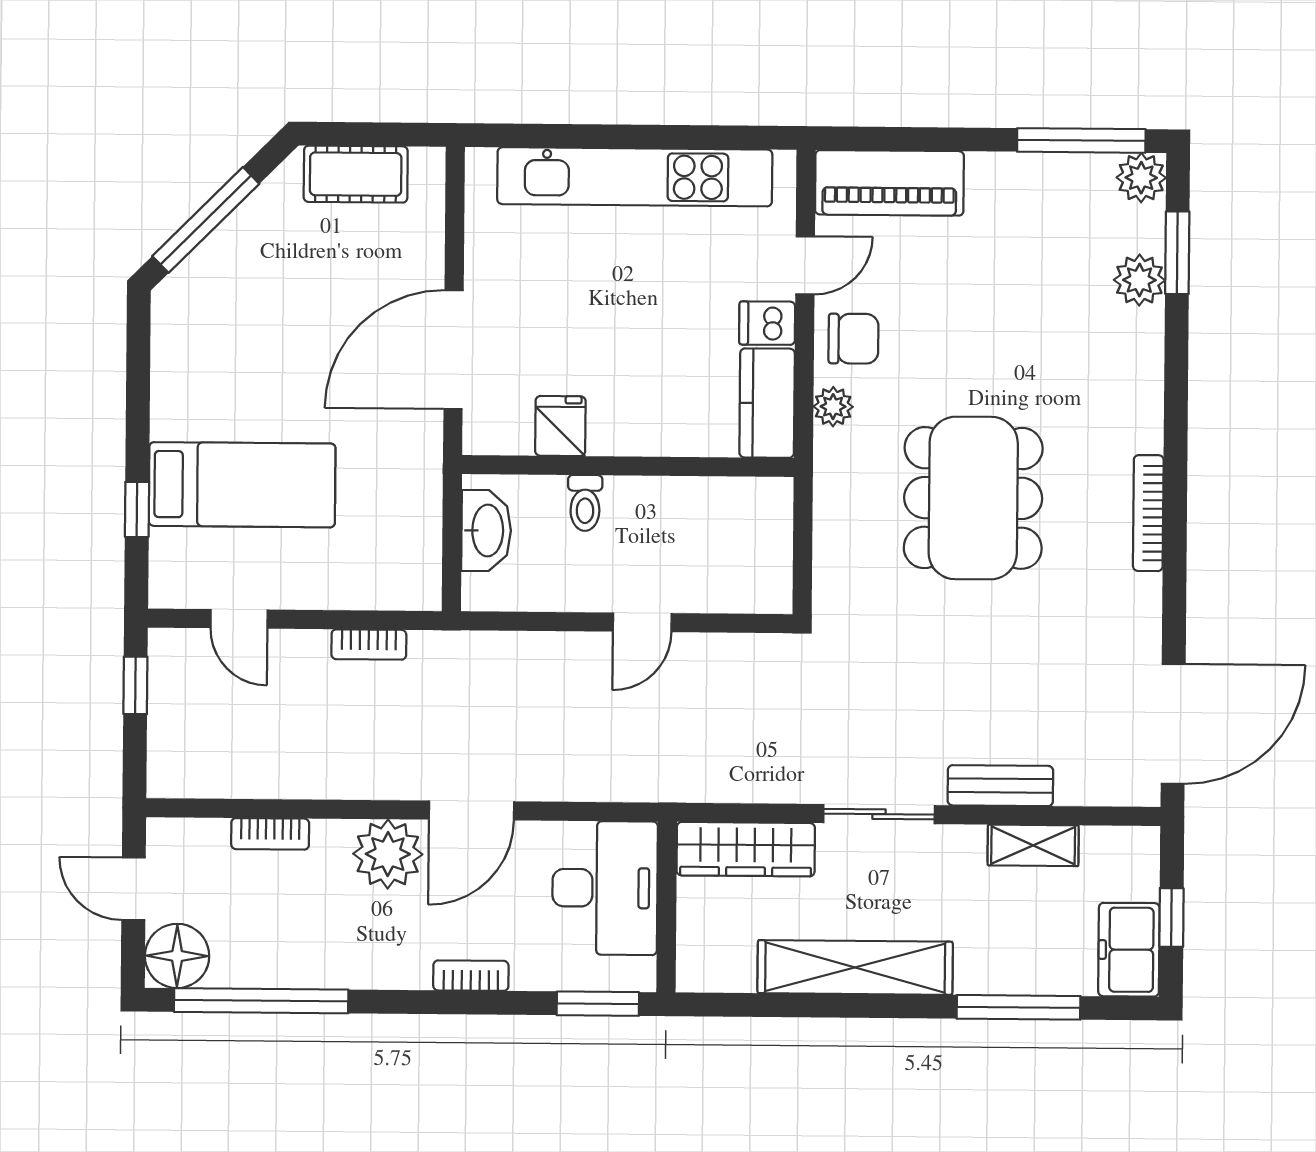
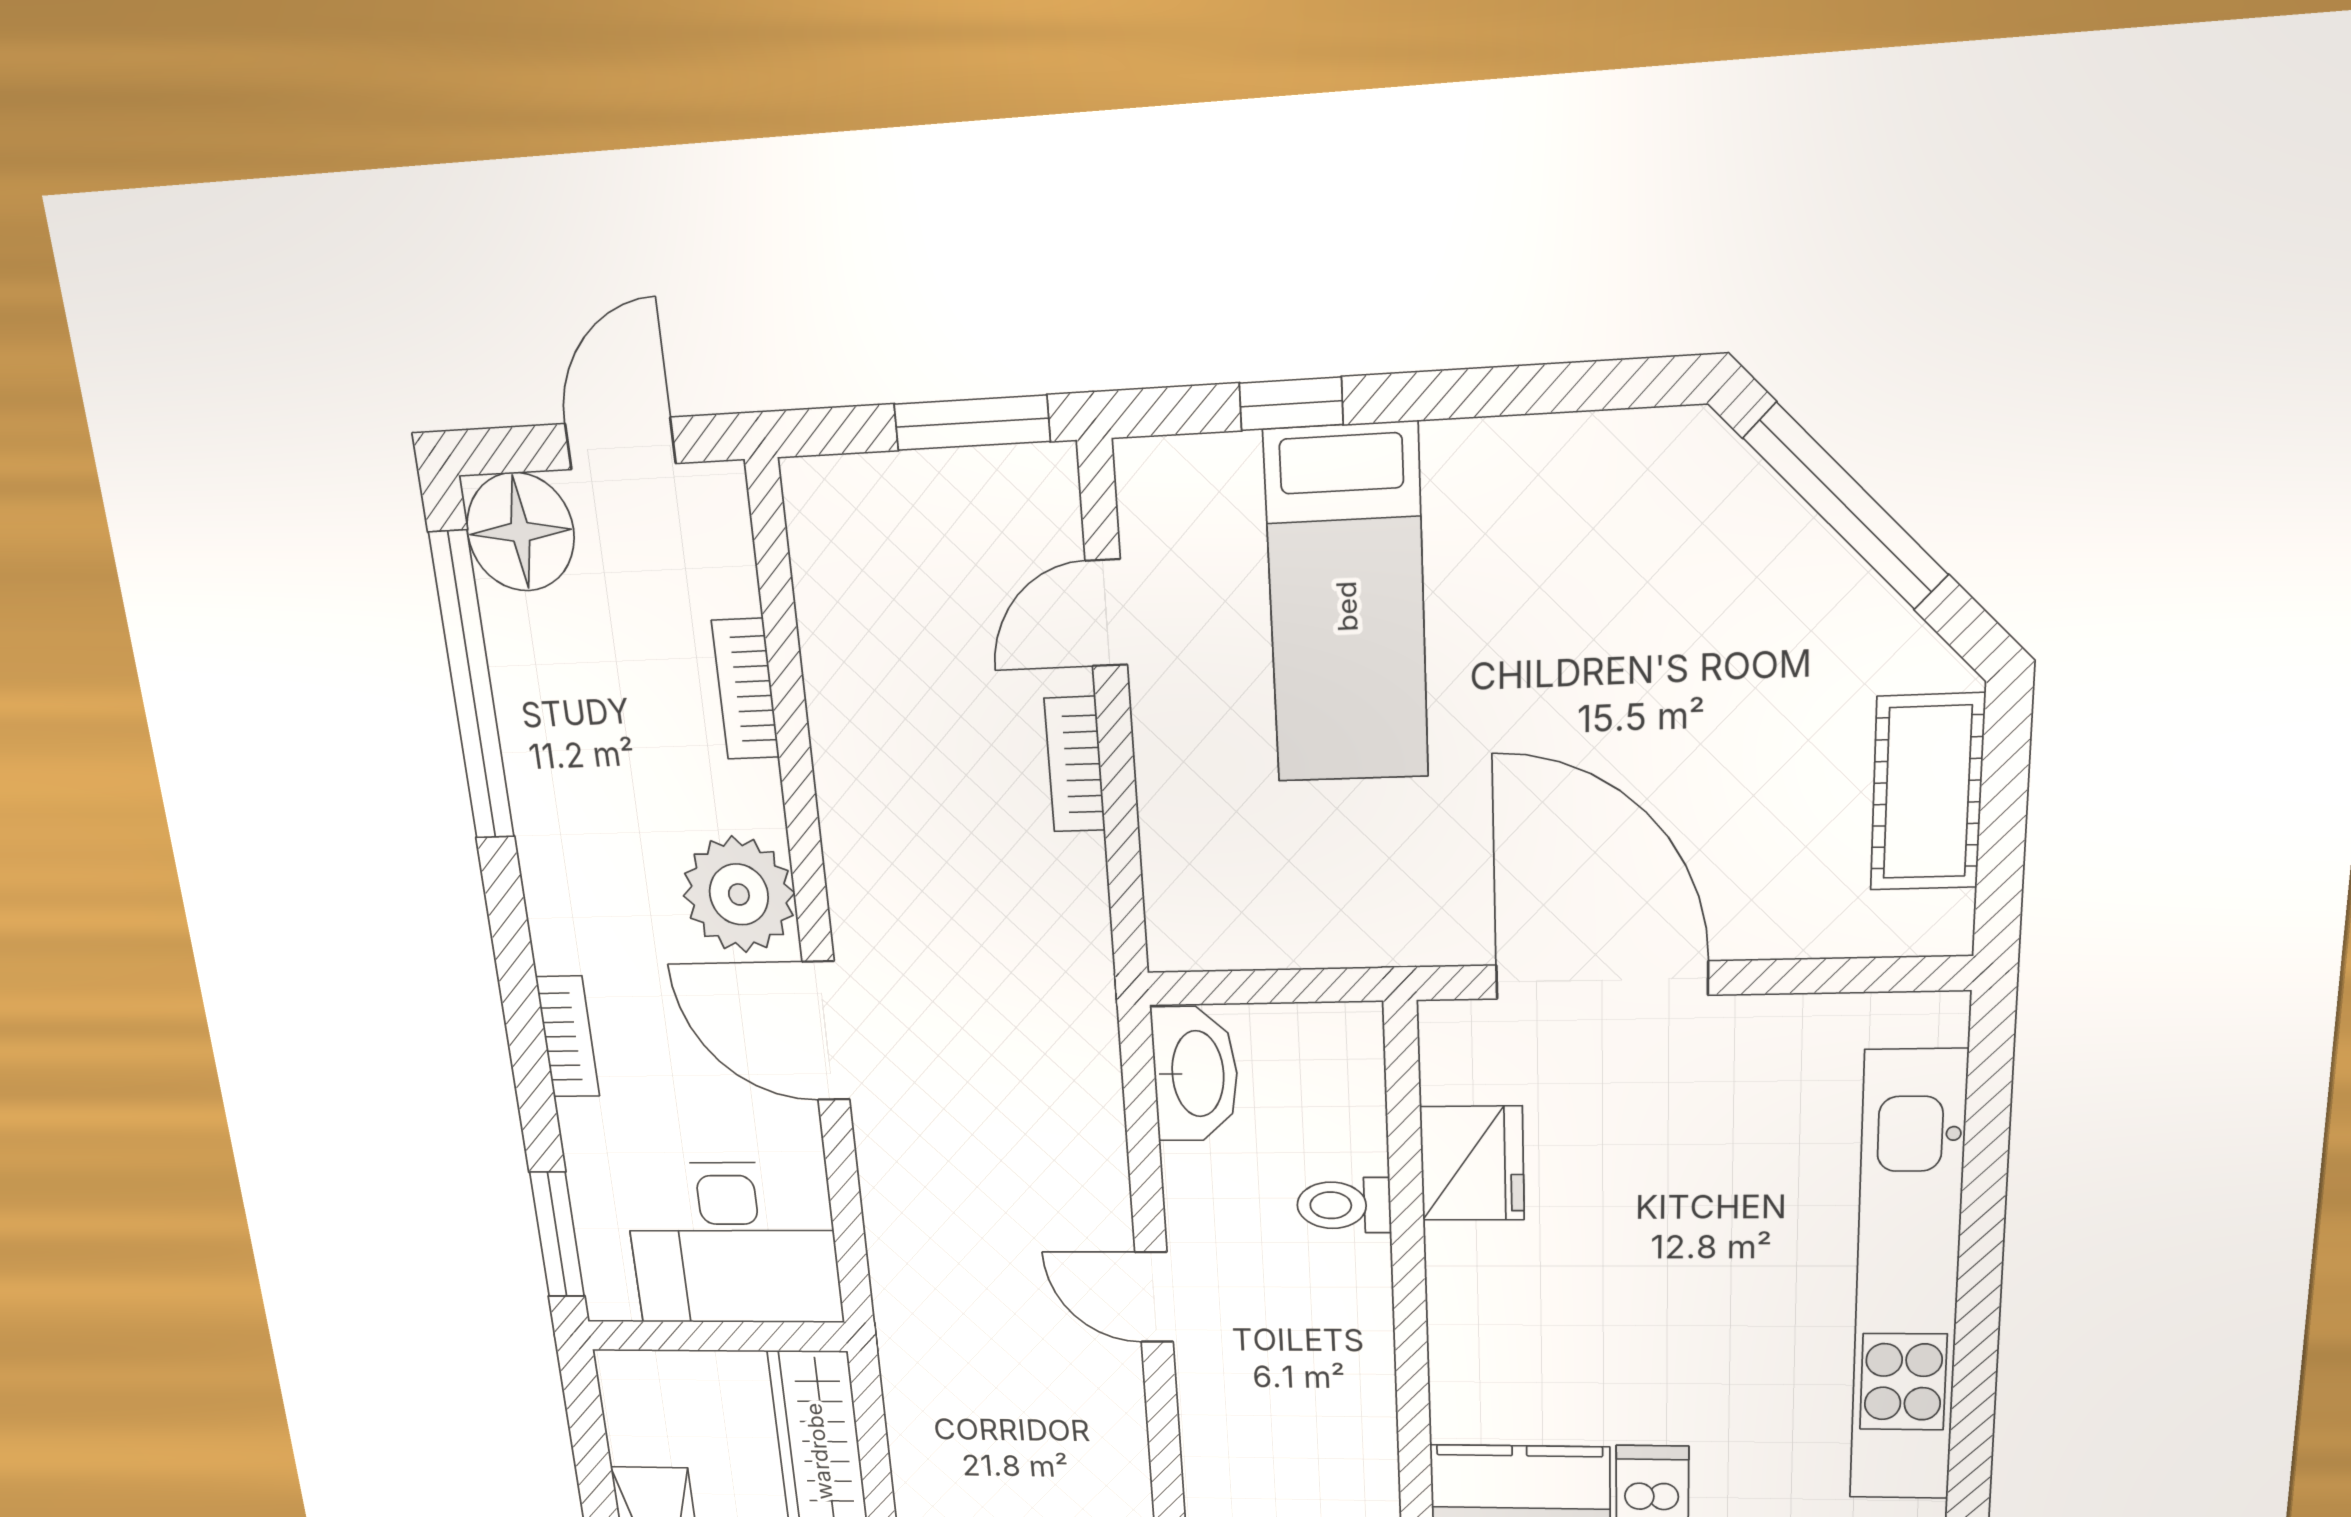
fridge: (560, 426) -> (1472, 1163), width x1.38
washbasin: (486, 531) -> (1195, 1074), moved, turned -90
bookcase: (369, 645) -> (1075, 764), moved
window: (135, 685) -> (972, 423), width x1.50

